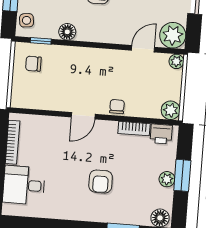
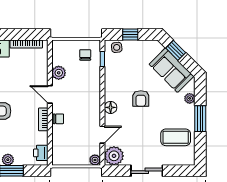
floor lamp: (67, 32) -> (111, 107), moved
door: (143, 49) -> (102, 135), hinge flipped
plant: (171, 110) -> (59, 73), moved
bookcase: (134, 129) -> (43, 119), moved

